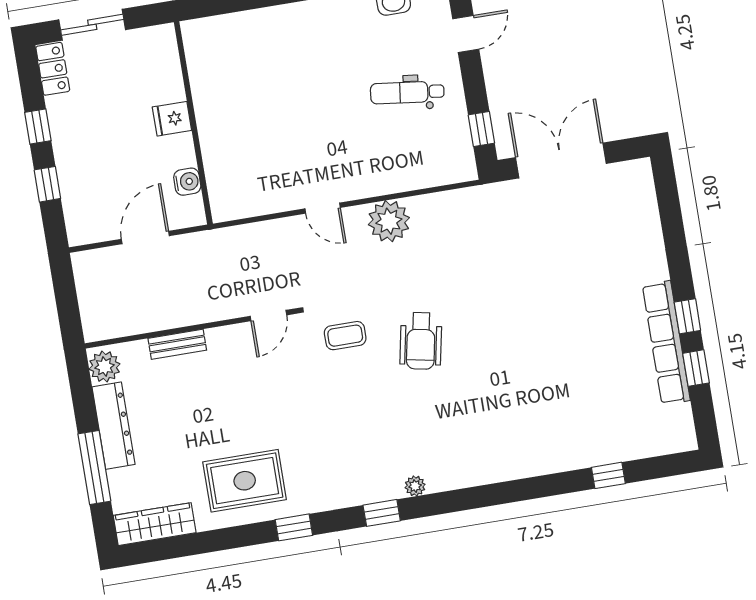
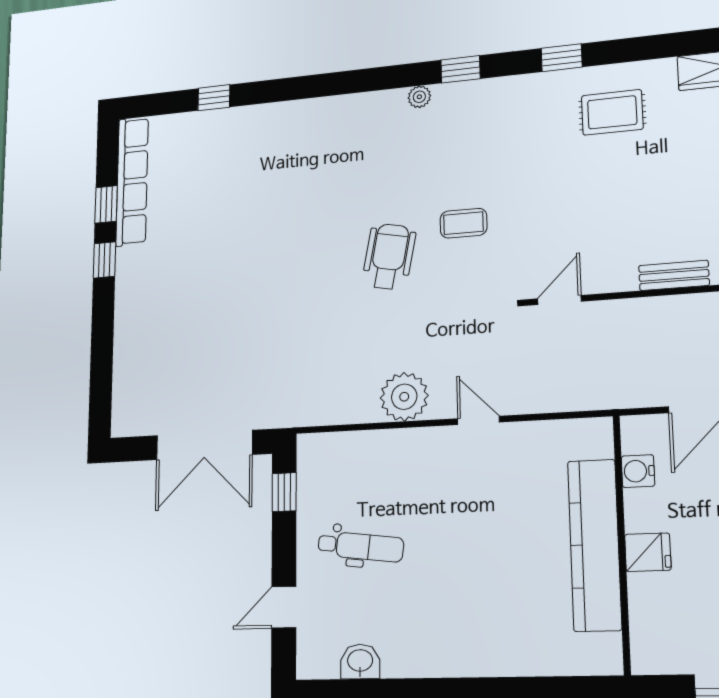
kitchen counter: (215, 119) -> (594, 545), added
coffee table: (345, 336) -> (463, 223), moved
row of seats: (666, 343) -> (132, 181), moved
rug: (245, 481) -> (612, 112), width x0.73, depth x0.70

